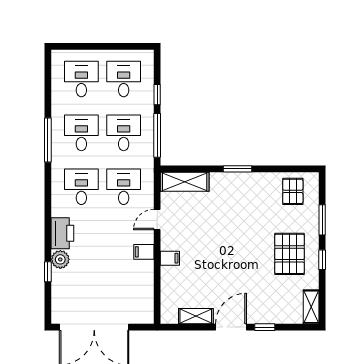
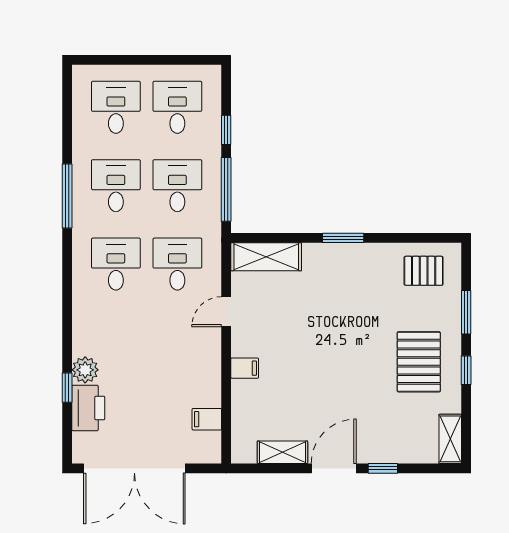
pallet: (293, 191) -> (424, 271), turned 90
printer: (62, 233) -> (88, 408), moved
filing cabinet: (144, 252) -> (207, 419), moved

